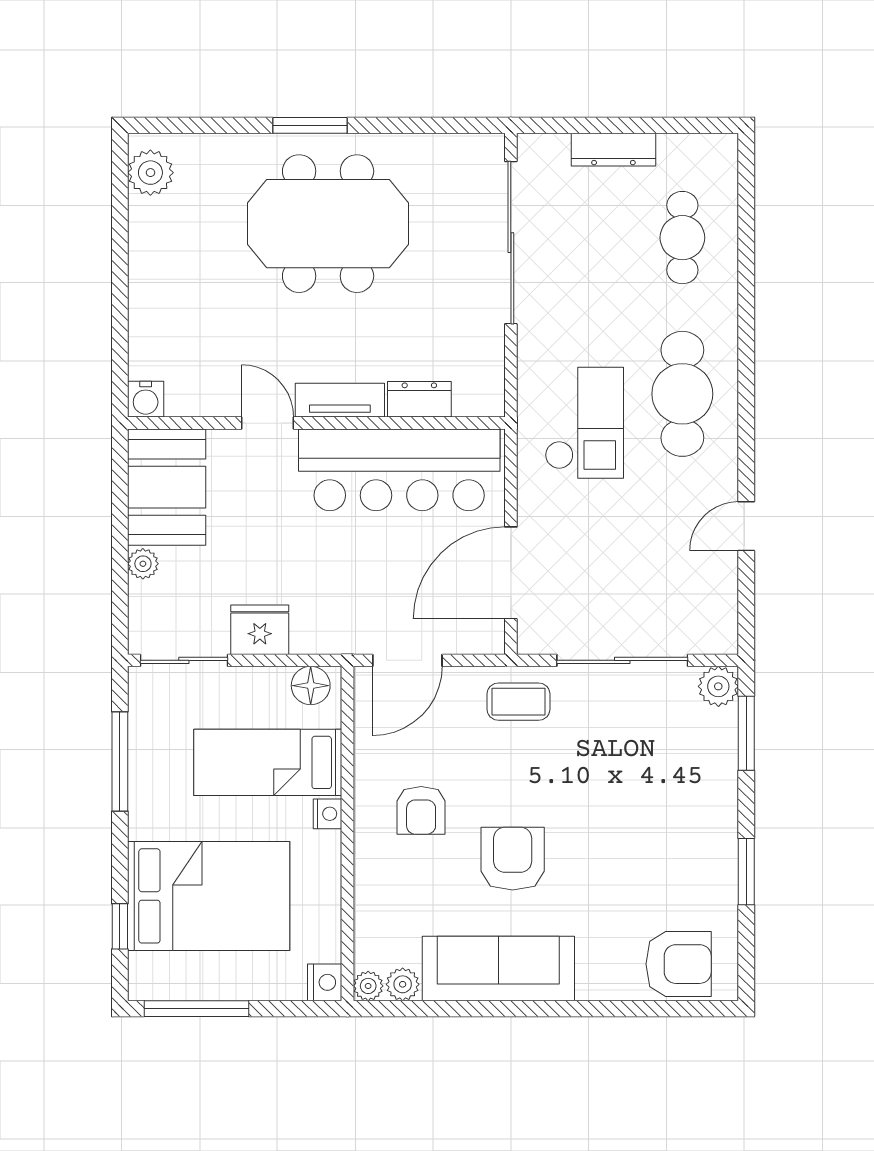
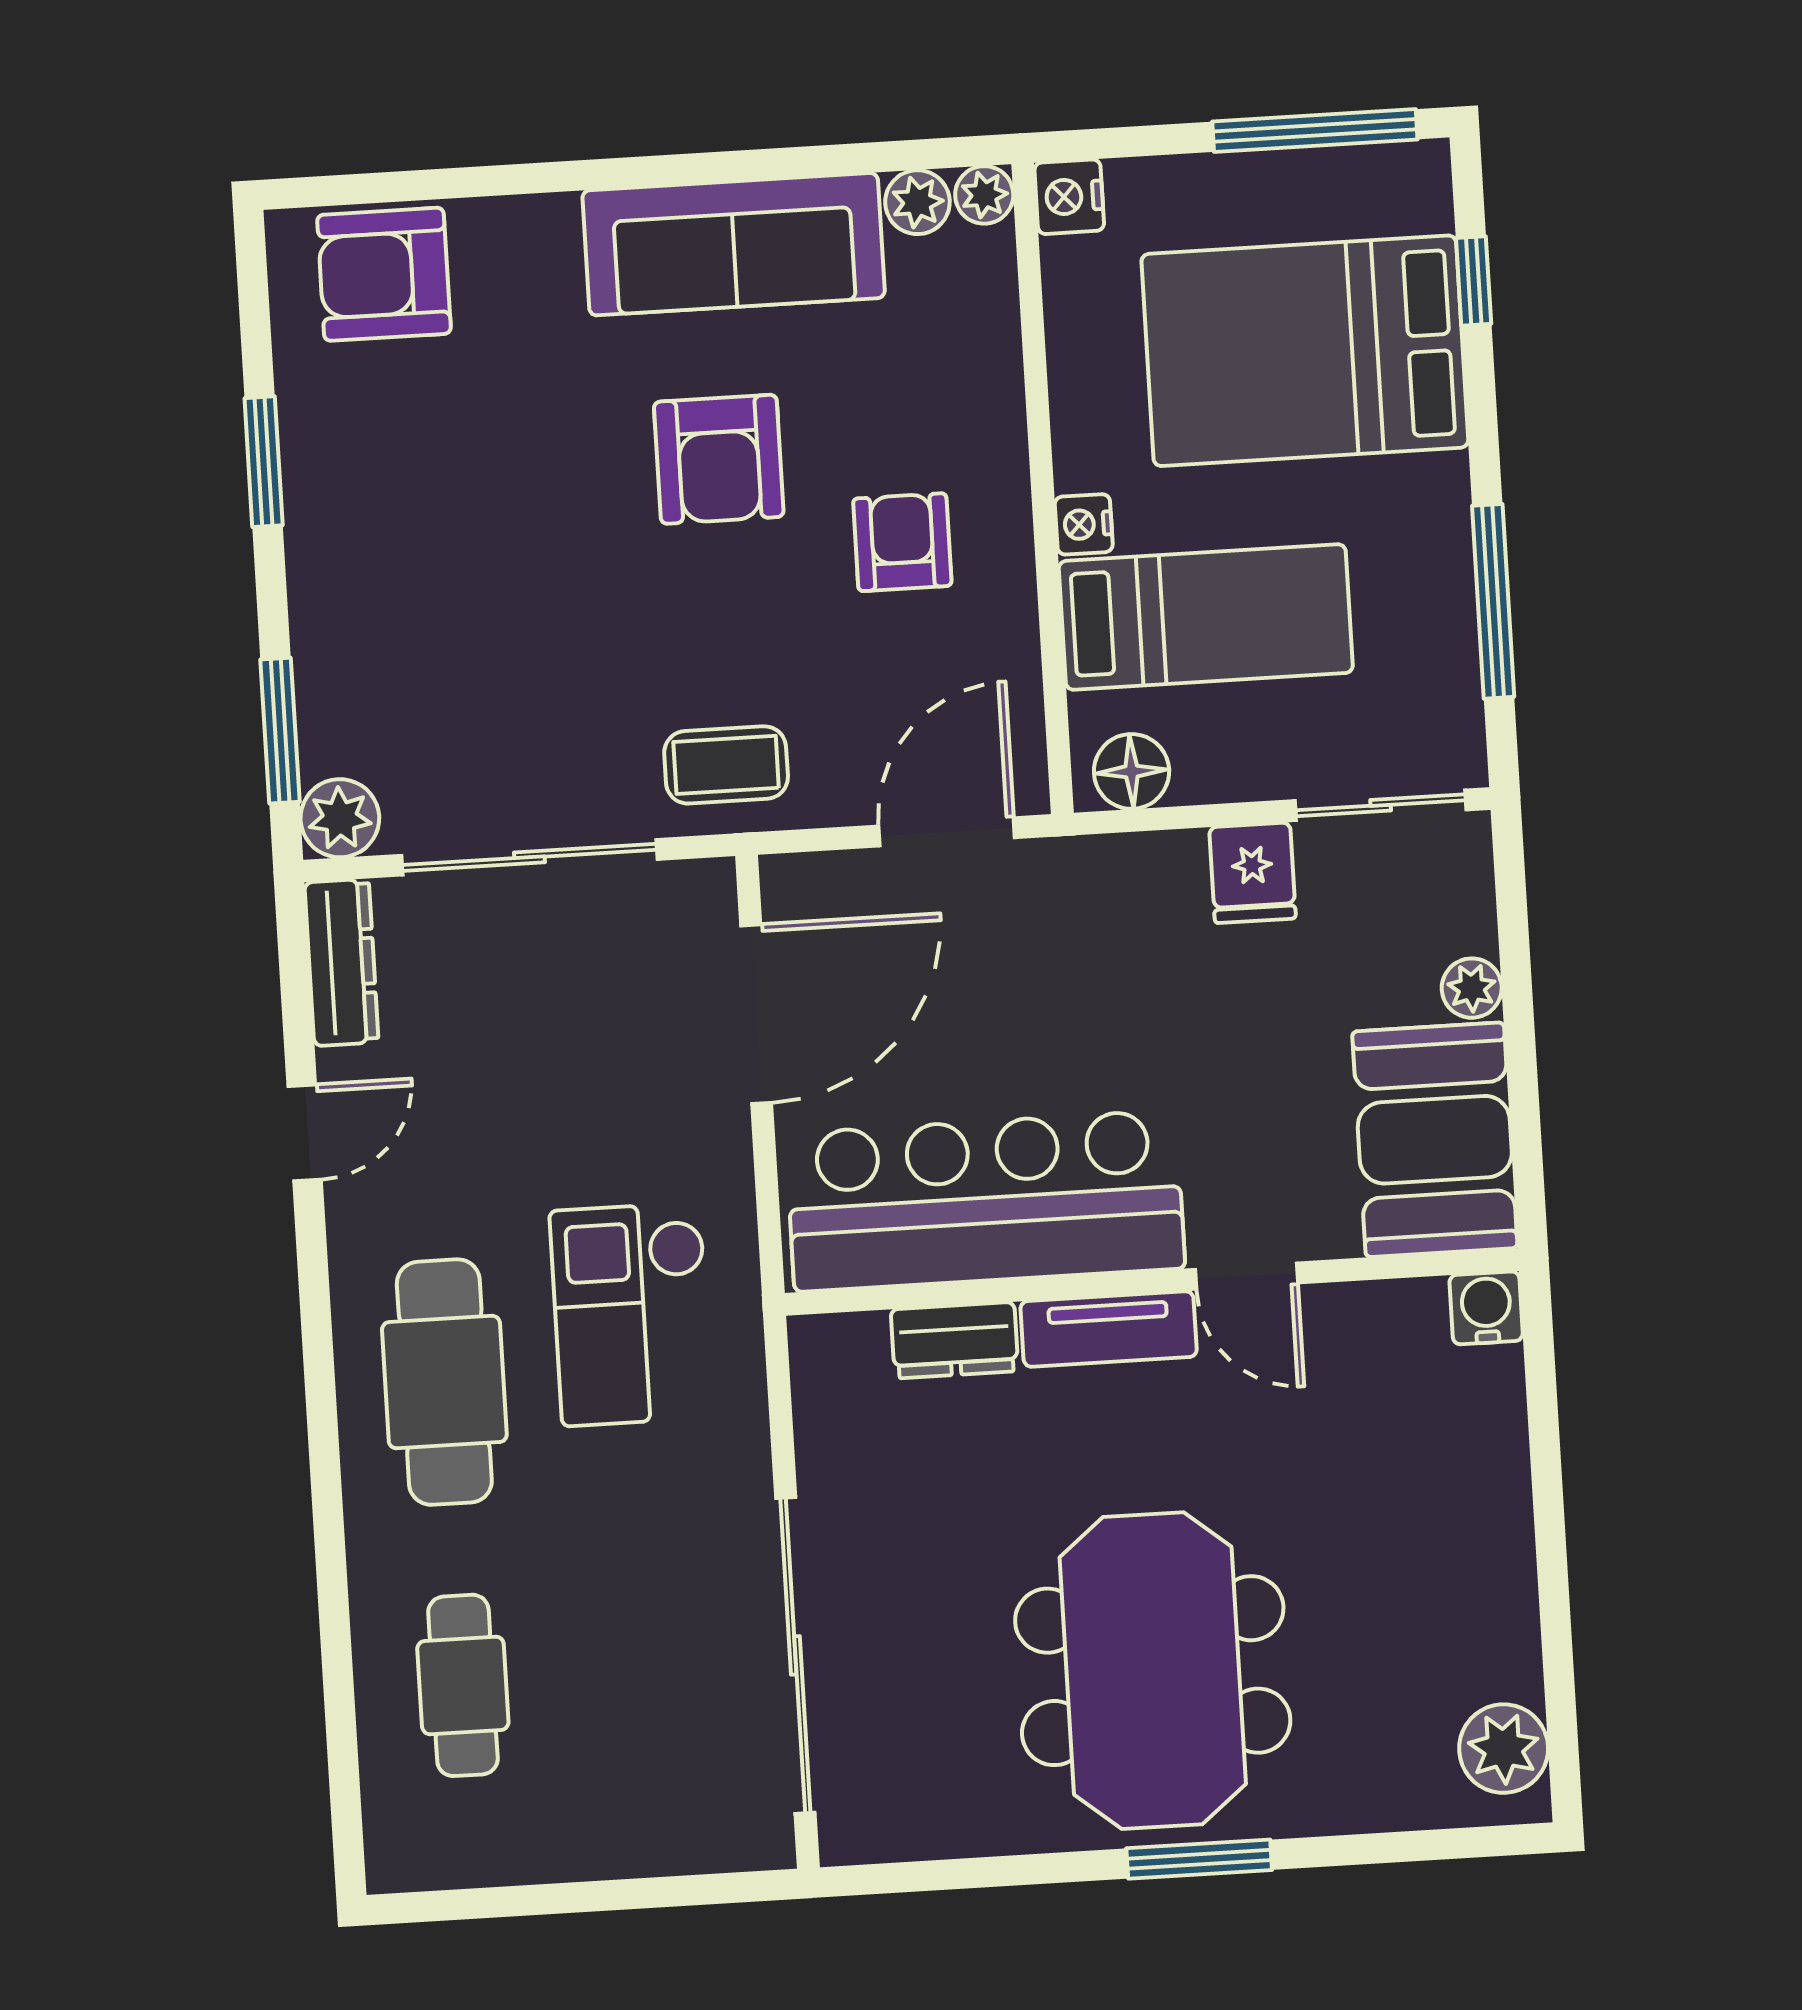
dresser: (613, 150) -> (342, 962), moved, turned 90
meeting table: (328, 224) -> (1153, 1671), turned 90
fridge: (260, 630) -> (1253, 873), width x0.72

